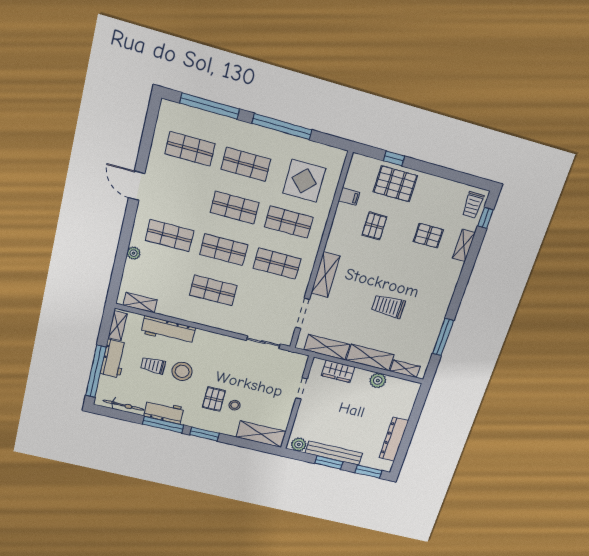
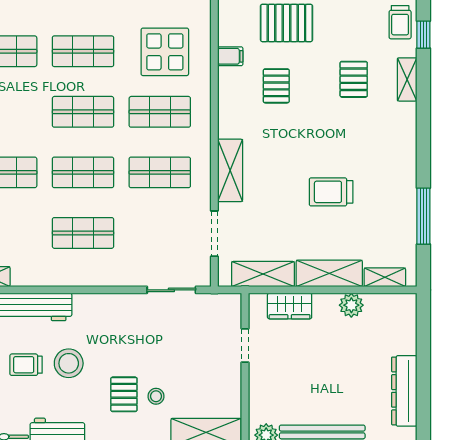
pallet: (428, 236) -> (354, 79), turned 90

